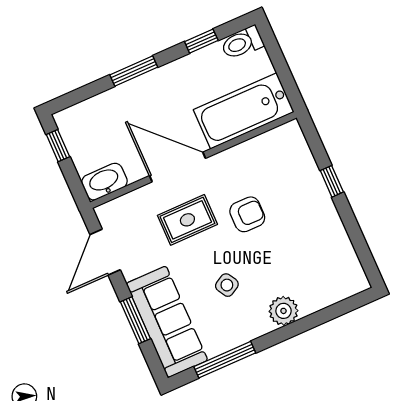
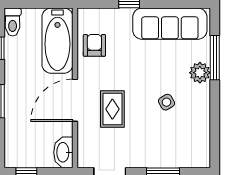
armchair: (247, 214) -> (94, 45), moved
sofa: (167, 322) -> (170, 24), moved, turned 180
window: (225, 360) -> (215, 58), moved

